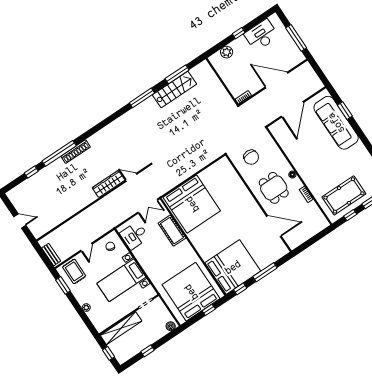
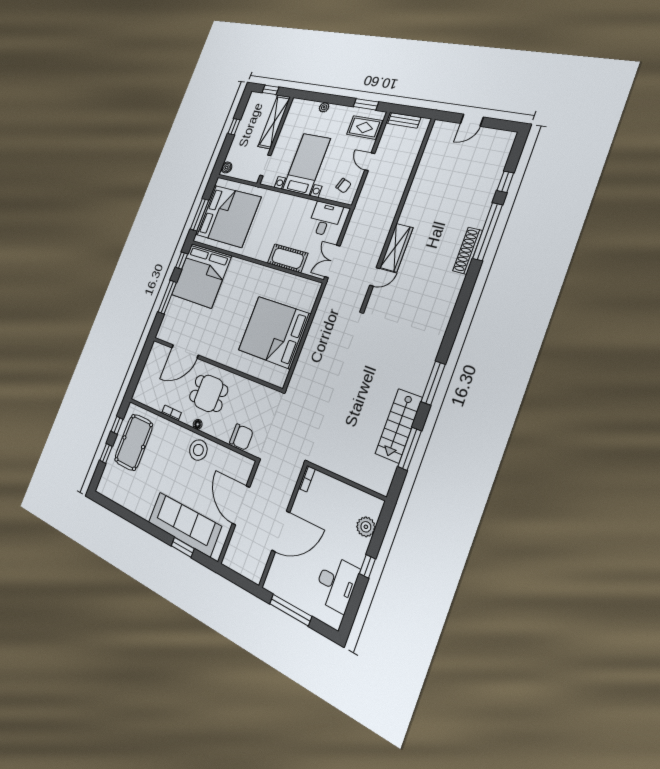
chair: (251, 157) -> (241, 437), moved, turned 180
stool: (301, 159) -> (198, 450), added
bed: (192, 204) -> (274, 332), moved
window: (209, 310) -> (199, 215), width x2.17

